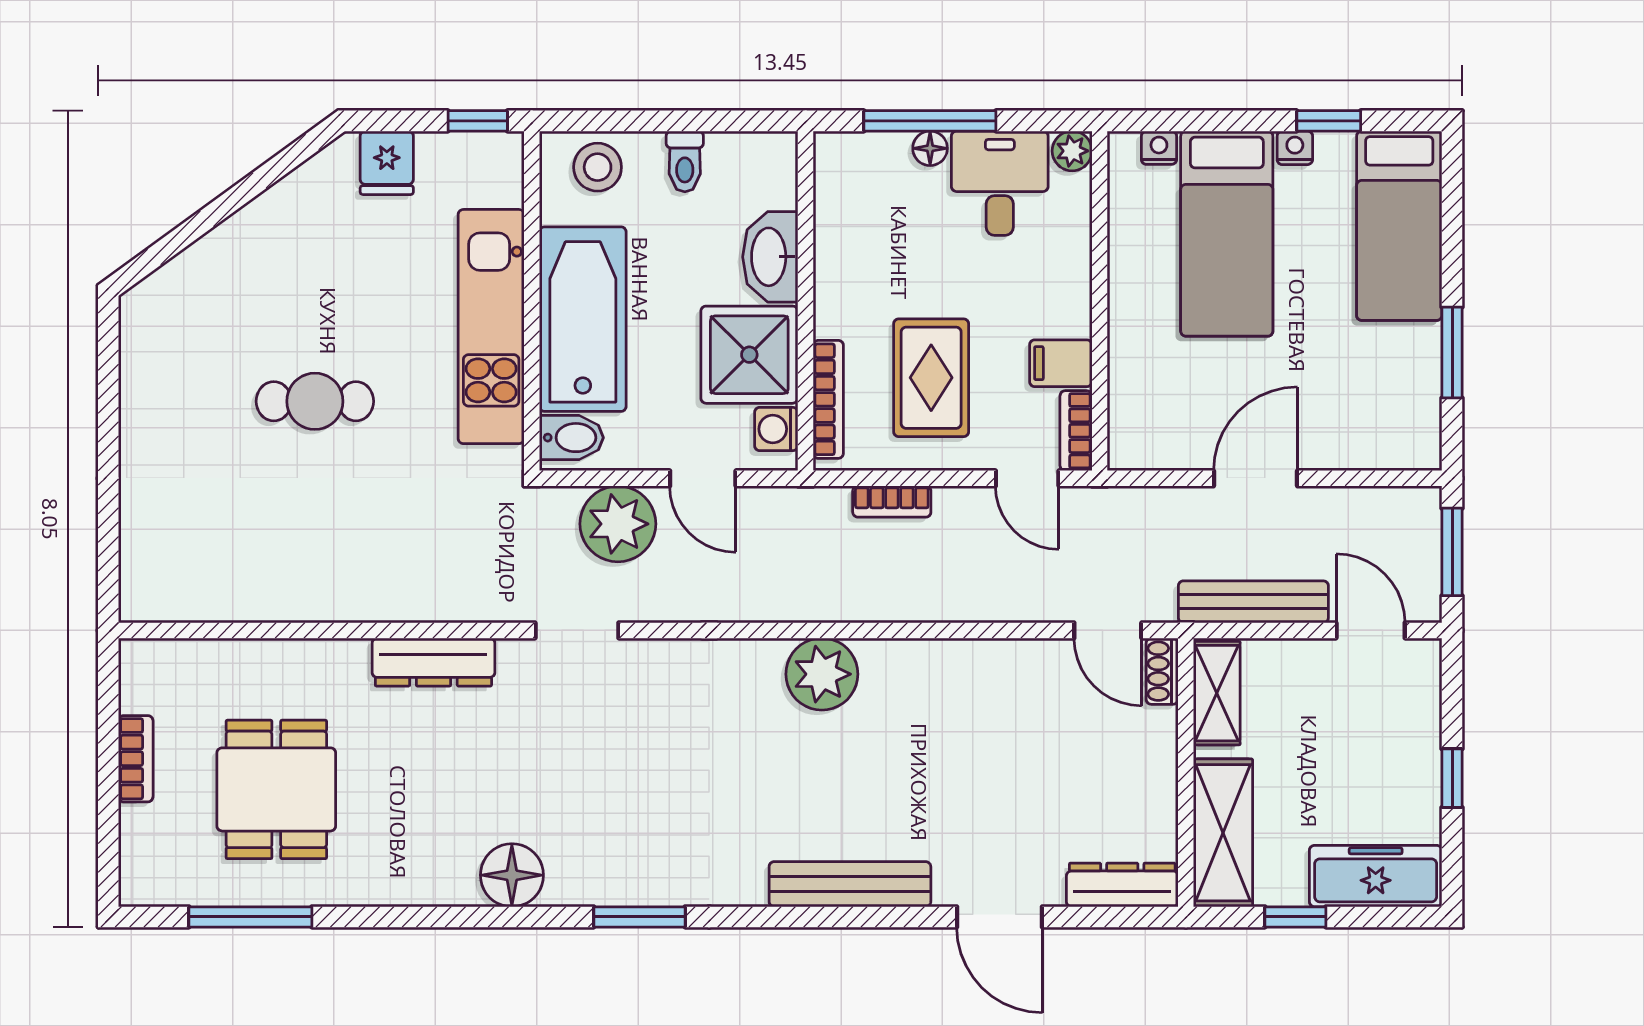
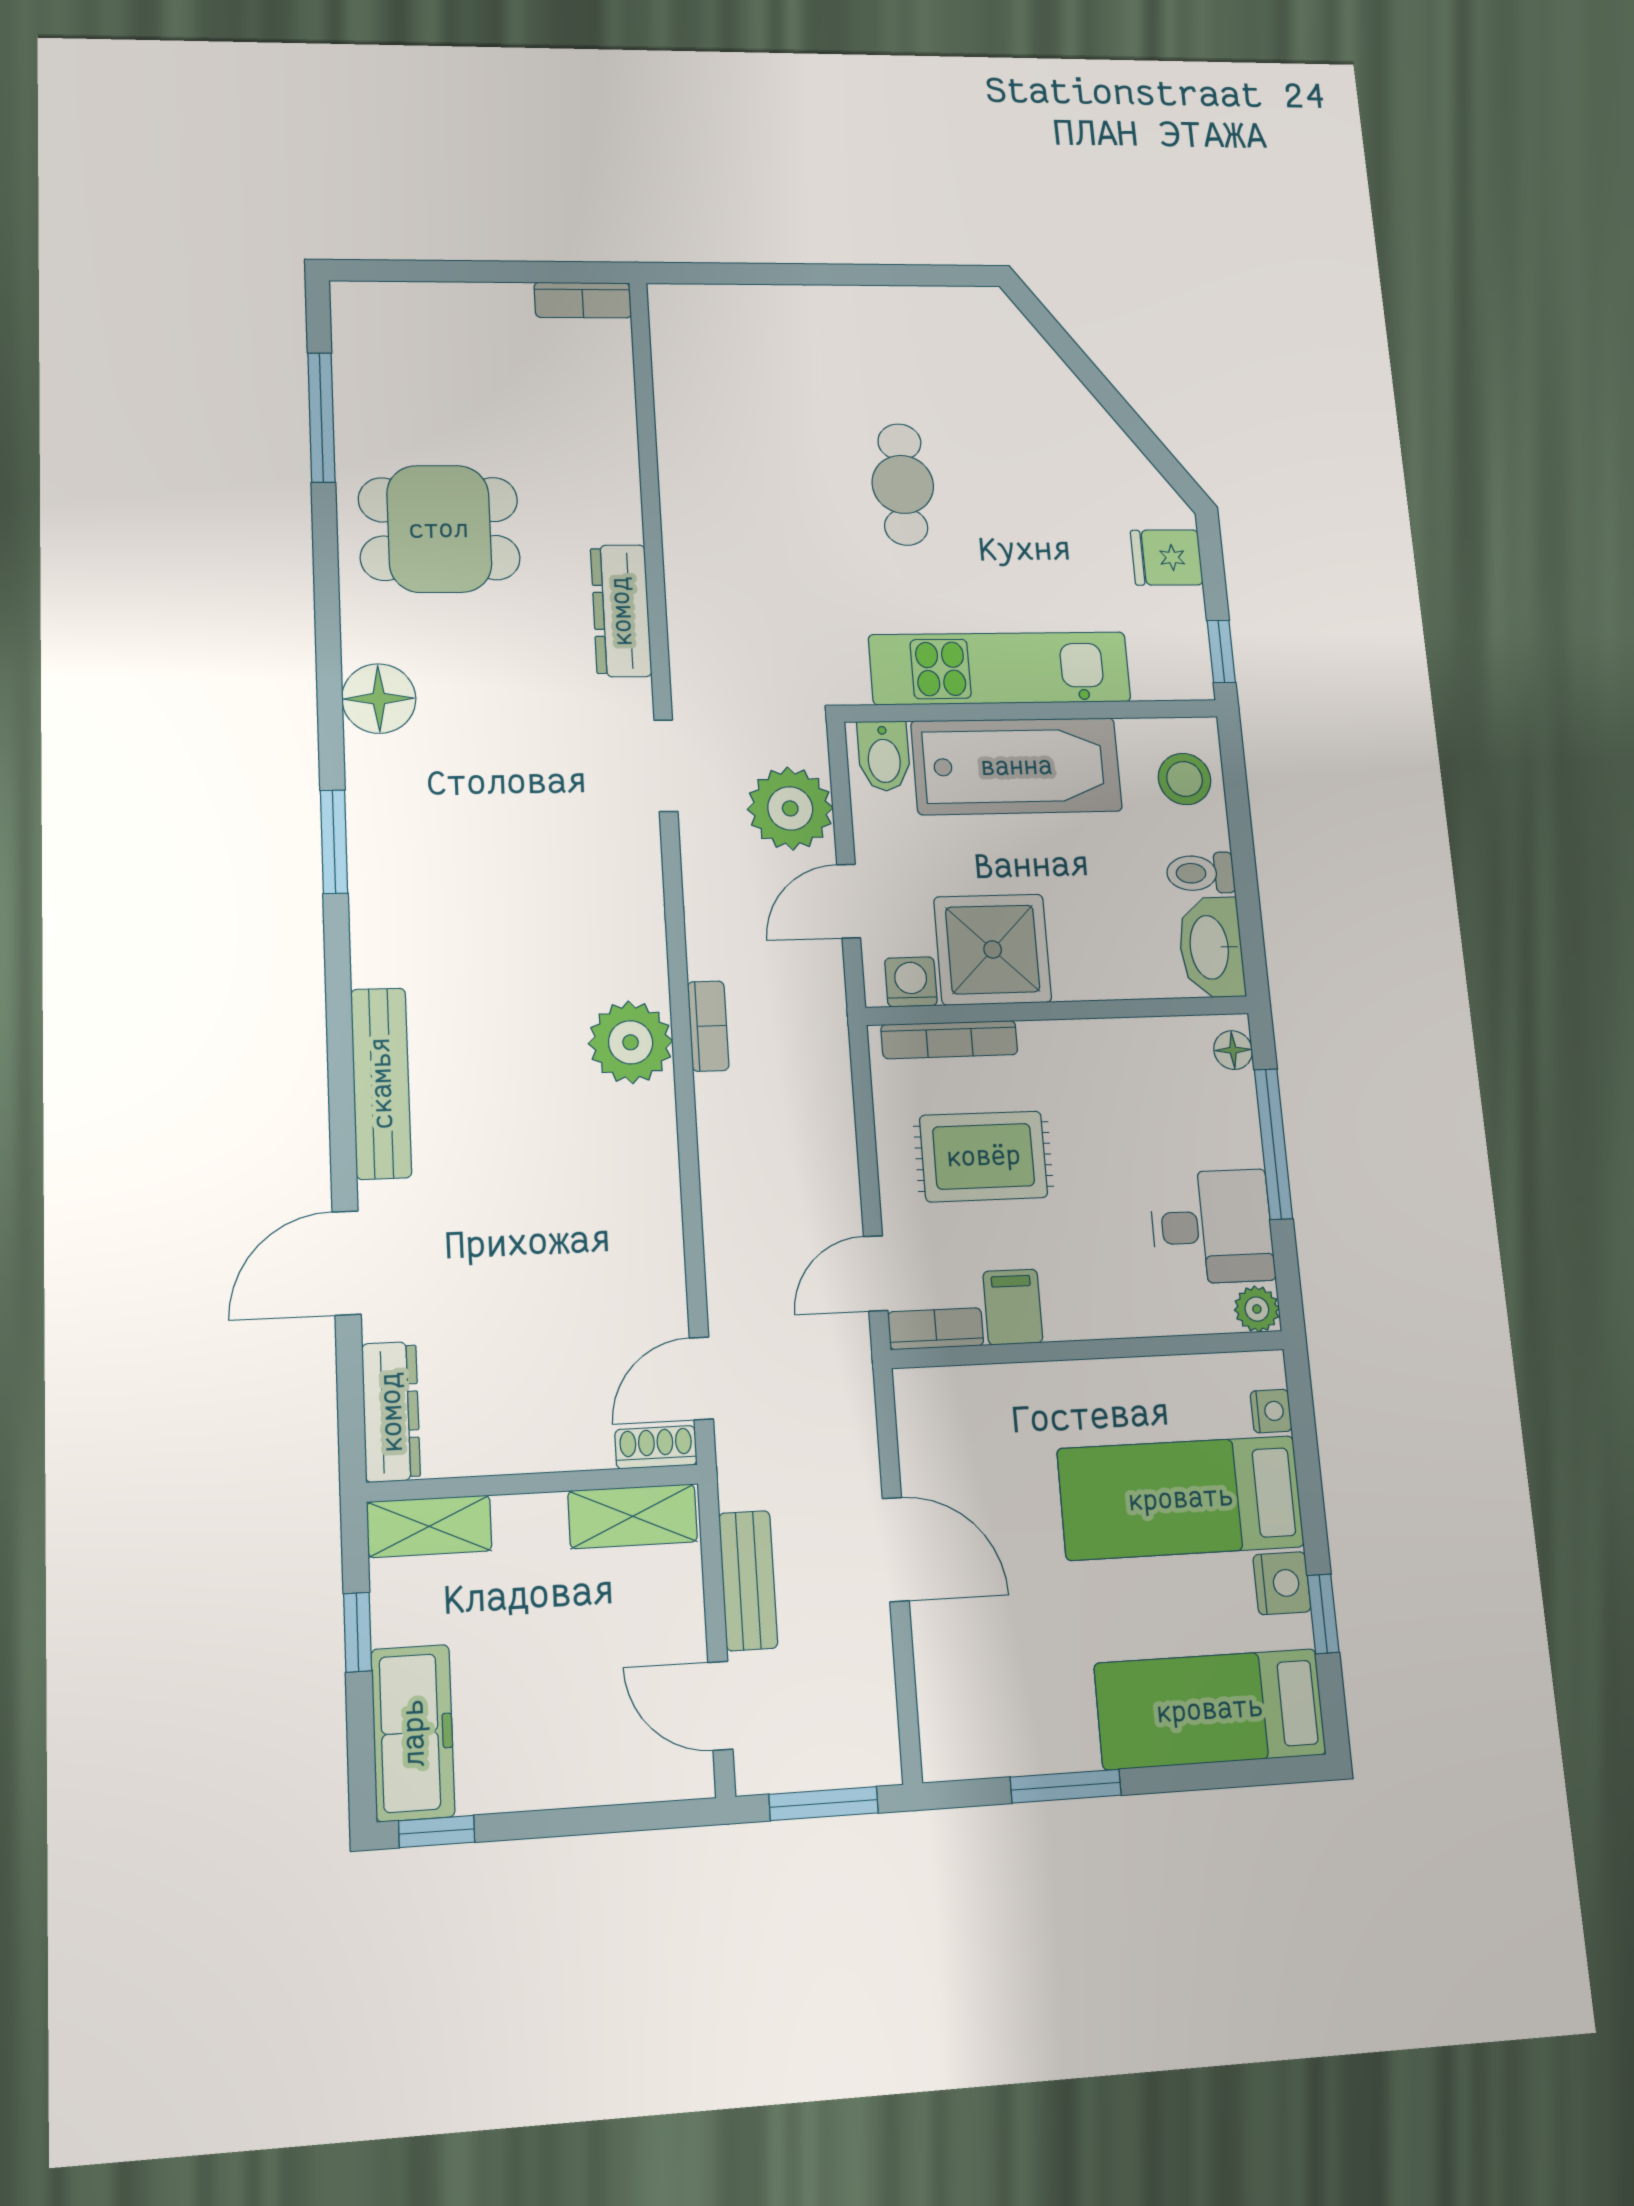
floor lamp: (930, 148) -> (1233, 1050), moved
nightstand: (1295, 148) -> (1282, 1583), width x1.39, depth x1.35
washbasin: (770, 257) -> (1211, 947), moved, turned -90
bookcase: (892, 502) -> (708, 1026), moved, turned 180
bench: (1253, 602) -> (748, 1580), width x0.73
door: (1371, 630) -> (720, 1706), swing flipped
bookcase: (136, 759) -> (583, 300), moved
window: (1452, 778) -> (437, 1831), moved
dining table: (276, 789) -> (439, 529), moved
shelving: (1223, 833) -> (429, 1526), width x0.67, depth x0.75

